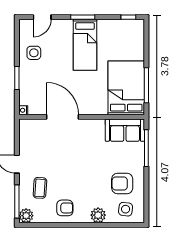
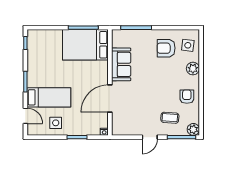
bed: (85, 45) -> (49, 97), moved
sofa: (125, 130) -> (121, 64), moved
armchair: (122, 183) -> (166, 48), turned 90

